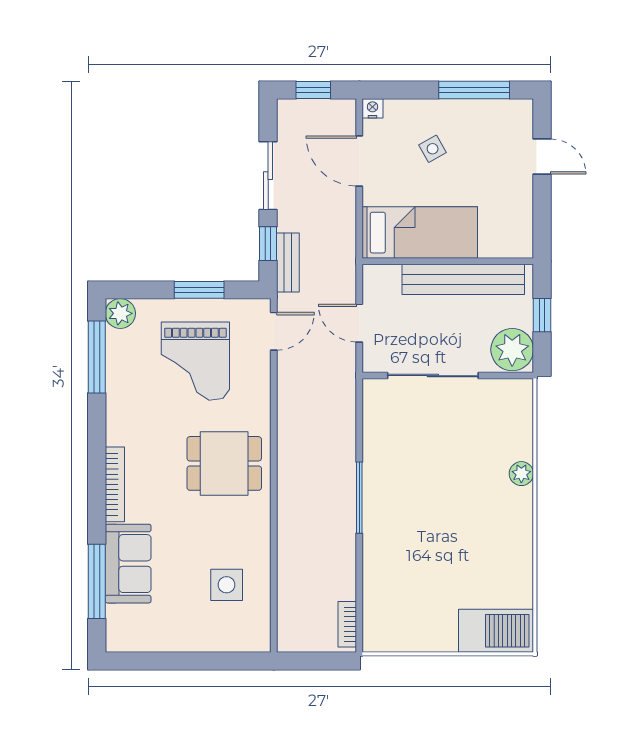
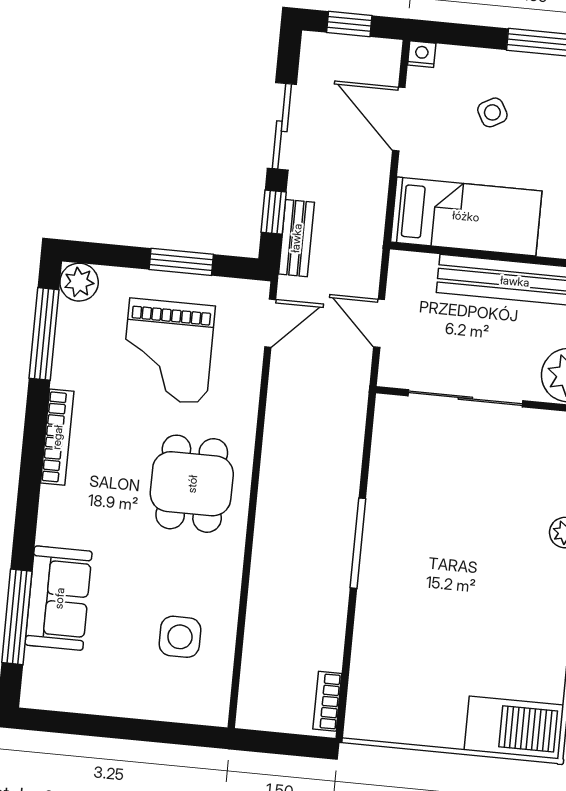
dining table: (224, 463) -> (192, 484), turned 90
bookcase: (115, 484) -> (57, 437), moved

